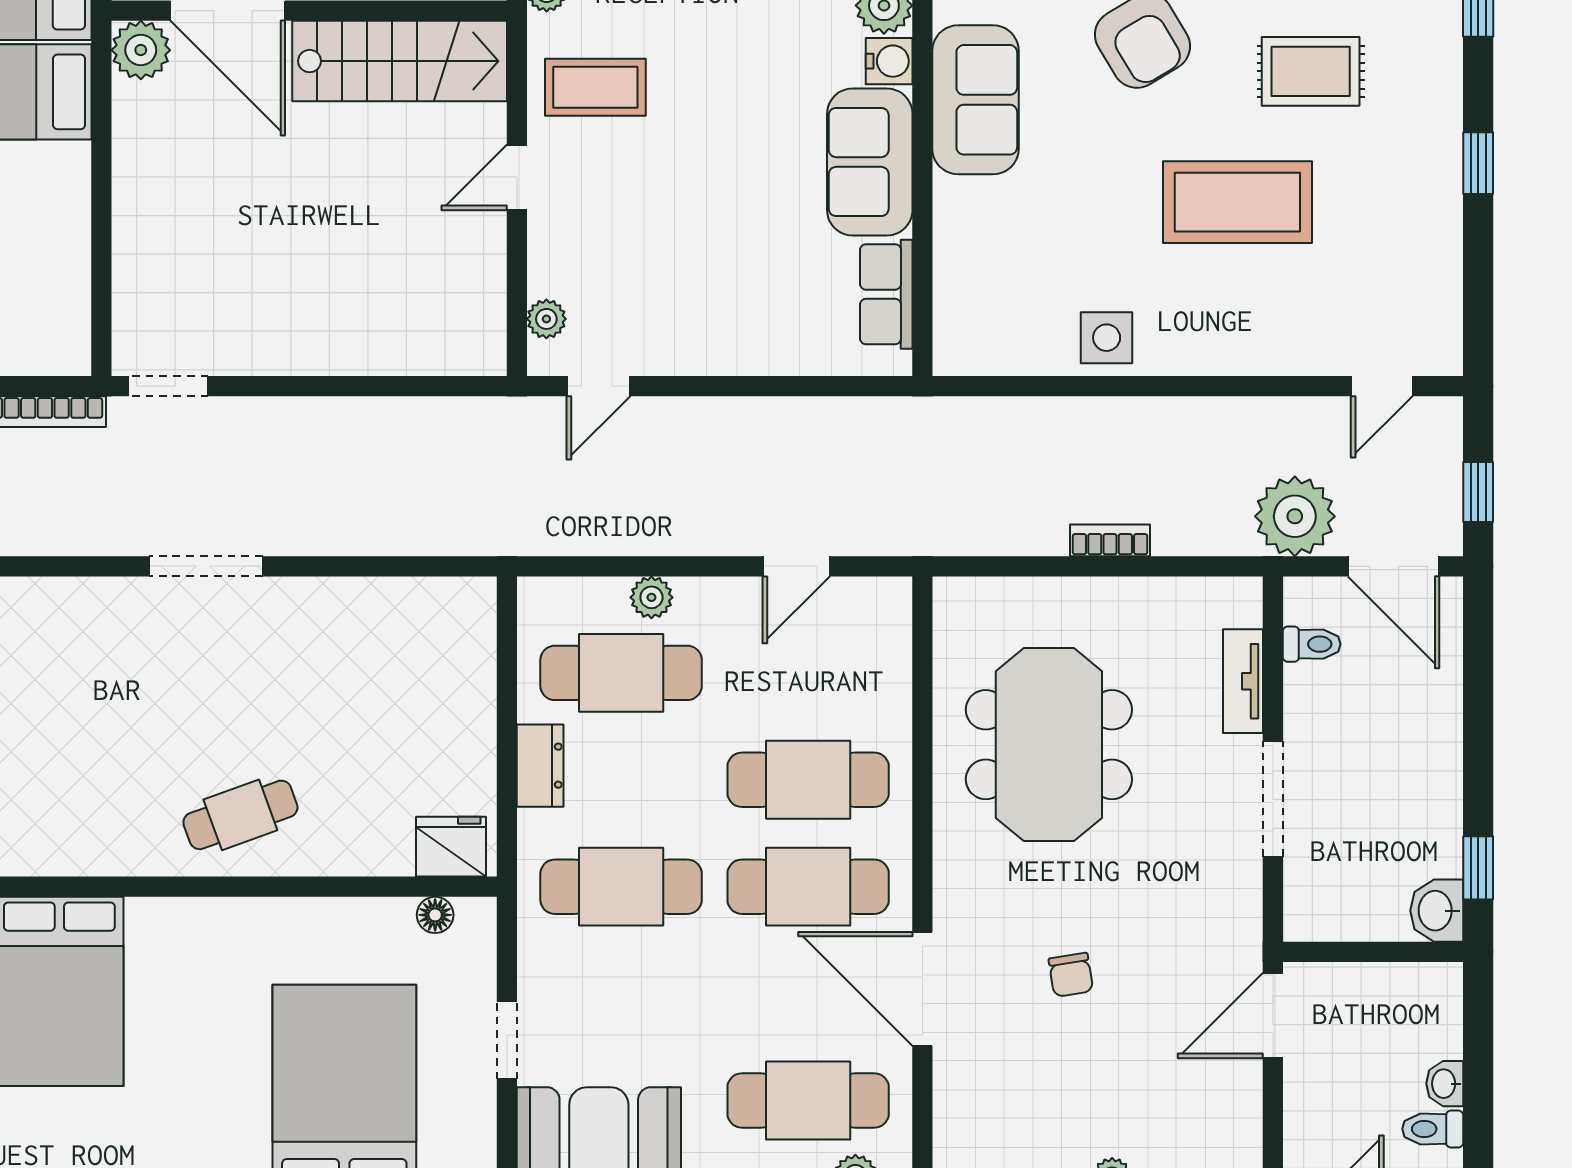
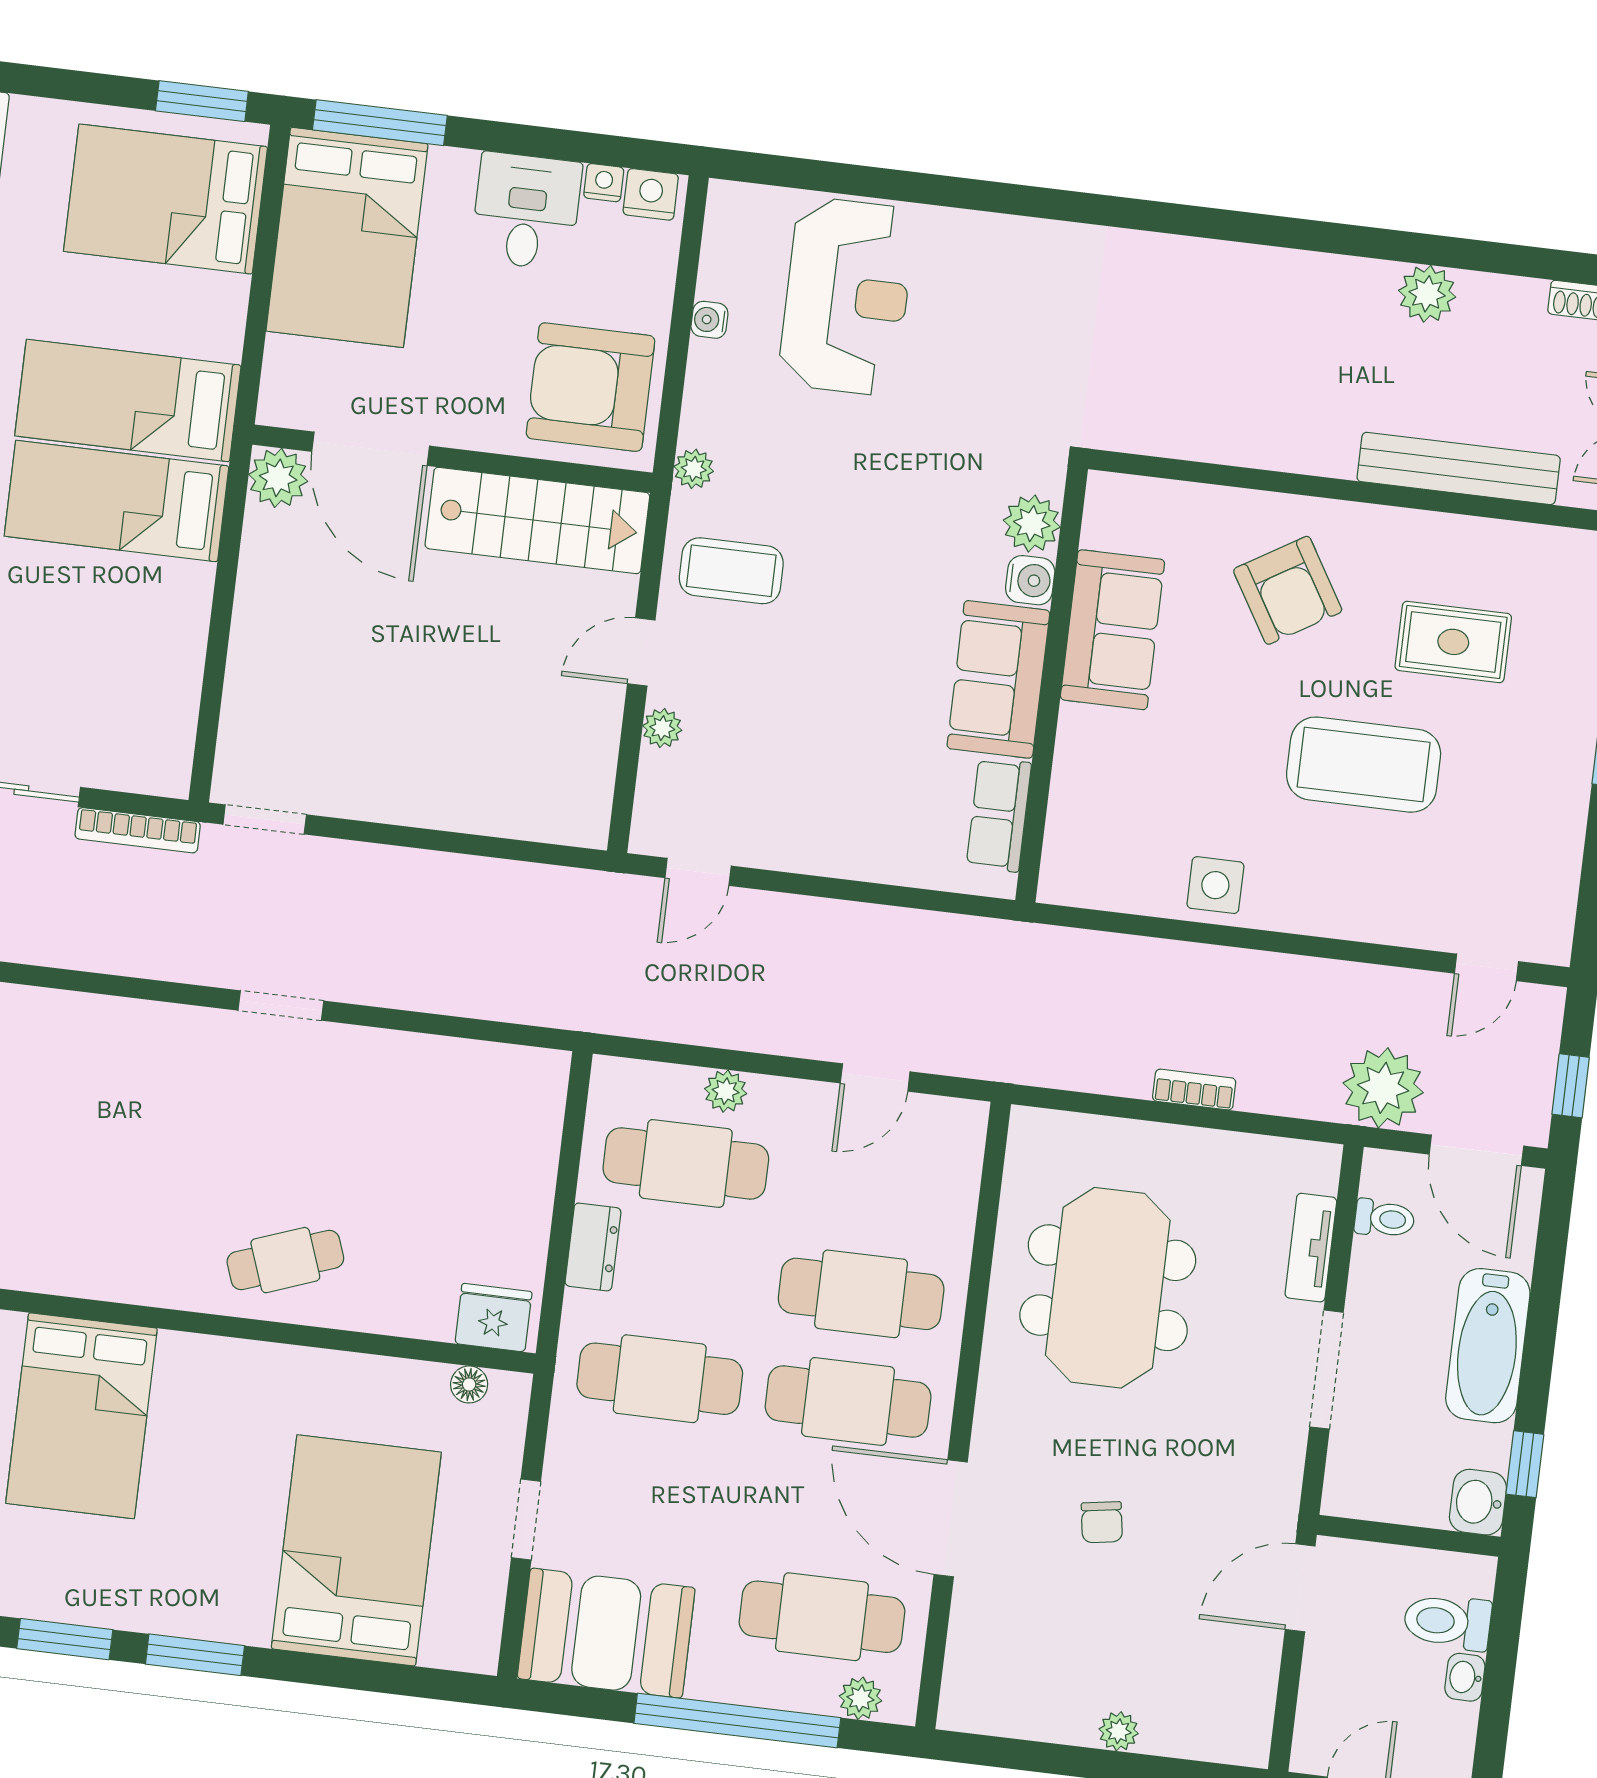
plant: (546, 319) -> (662, 728), moved
doorway: (206, 566) -> (281, 1006), width x0.73
bathtub: (1428, 756) -> (1488, 1346), added
toilet: (1433, 1129) -> (1447, 1622), moved, width x1.37, depth x1.39

